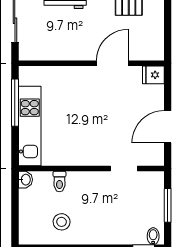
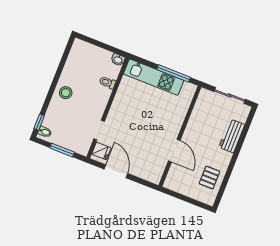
fridge: (153, 75) -> (101, 151), moved, turned 90
stool: (62, 222) -> (66, 93), moved

